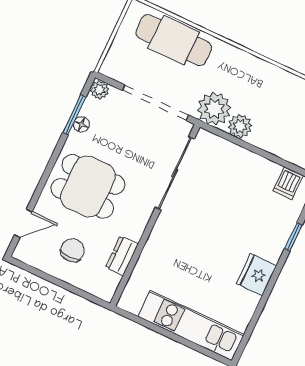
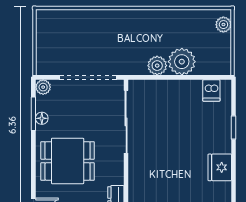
cafe table: (174, 40) -> (80, 26), removed
plant: (214, 109) -> (182, 62), moved

